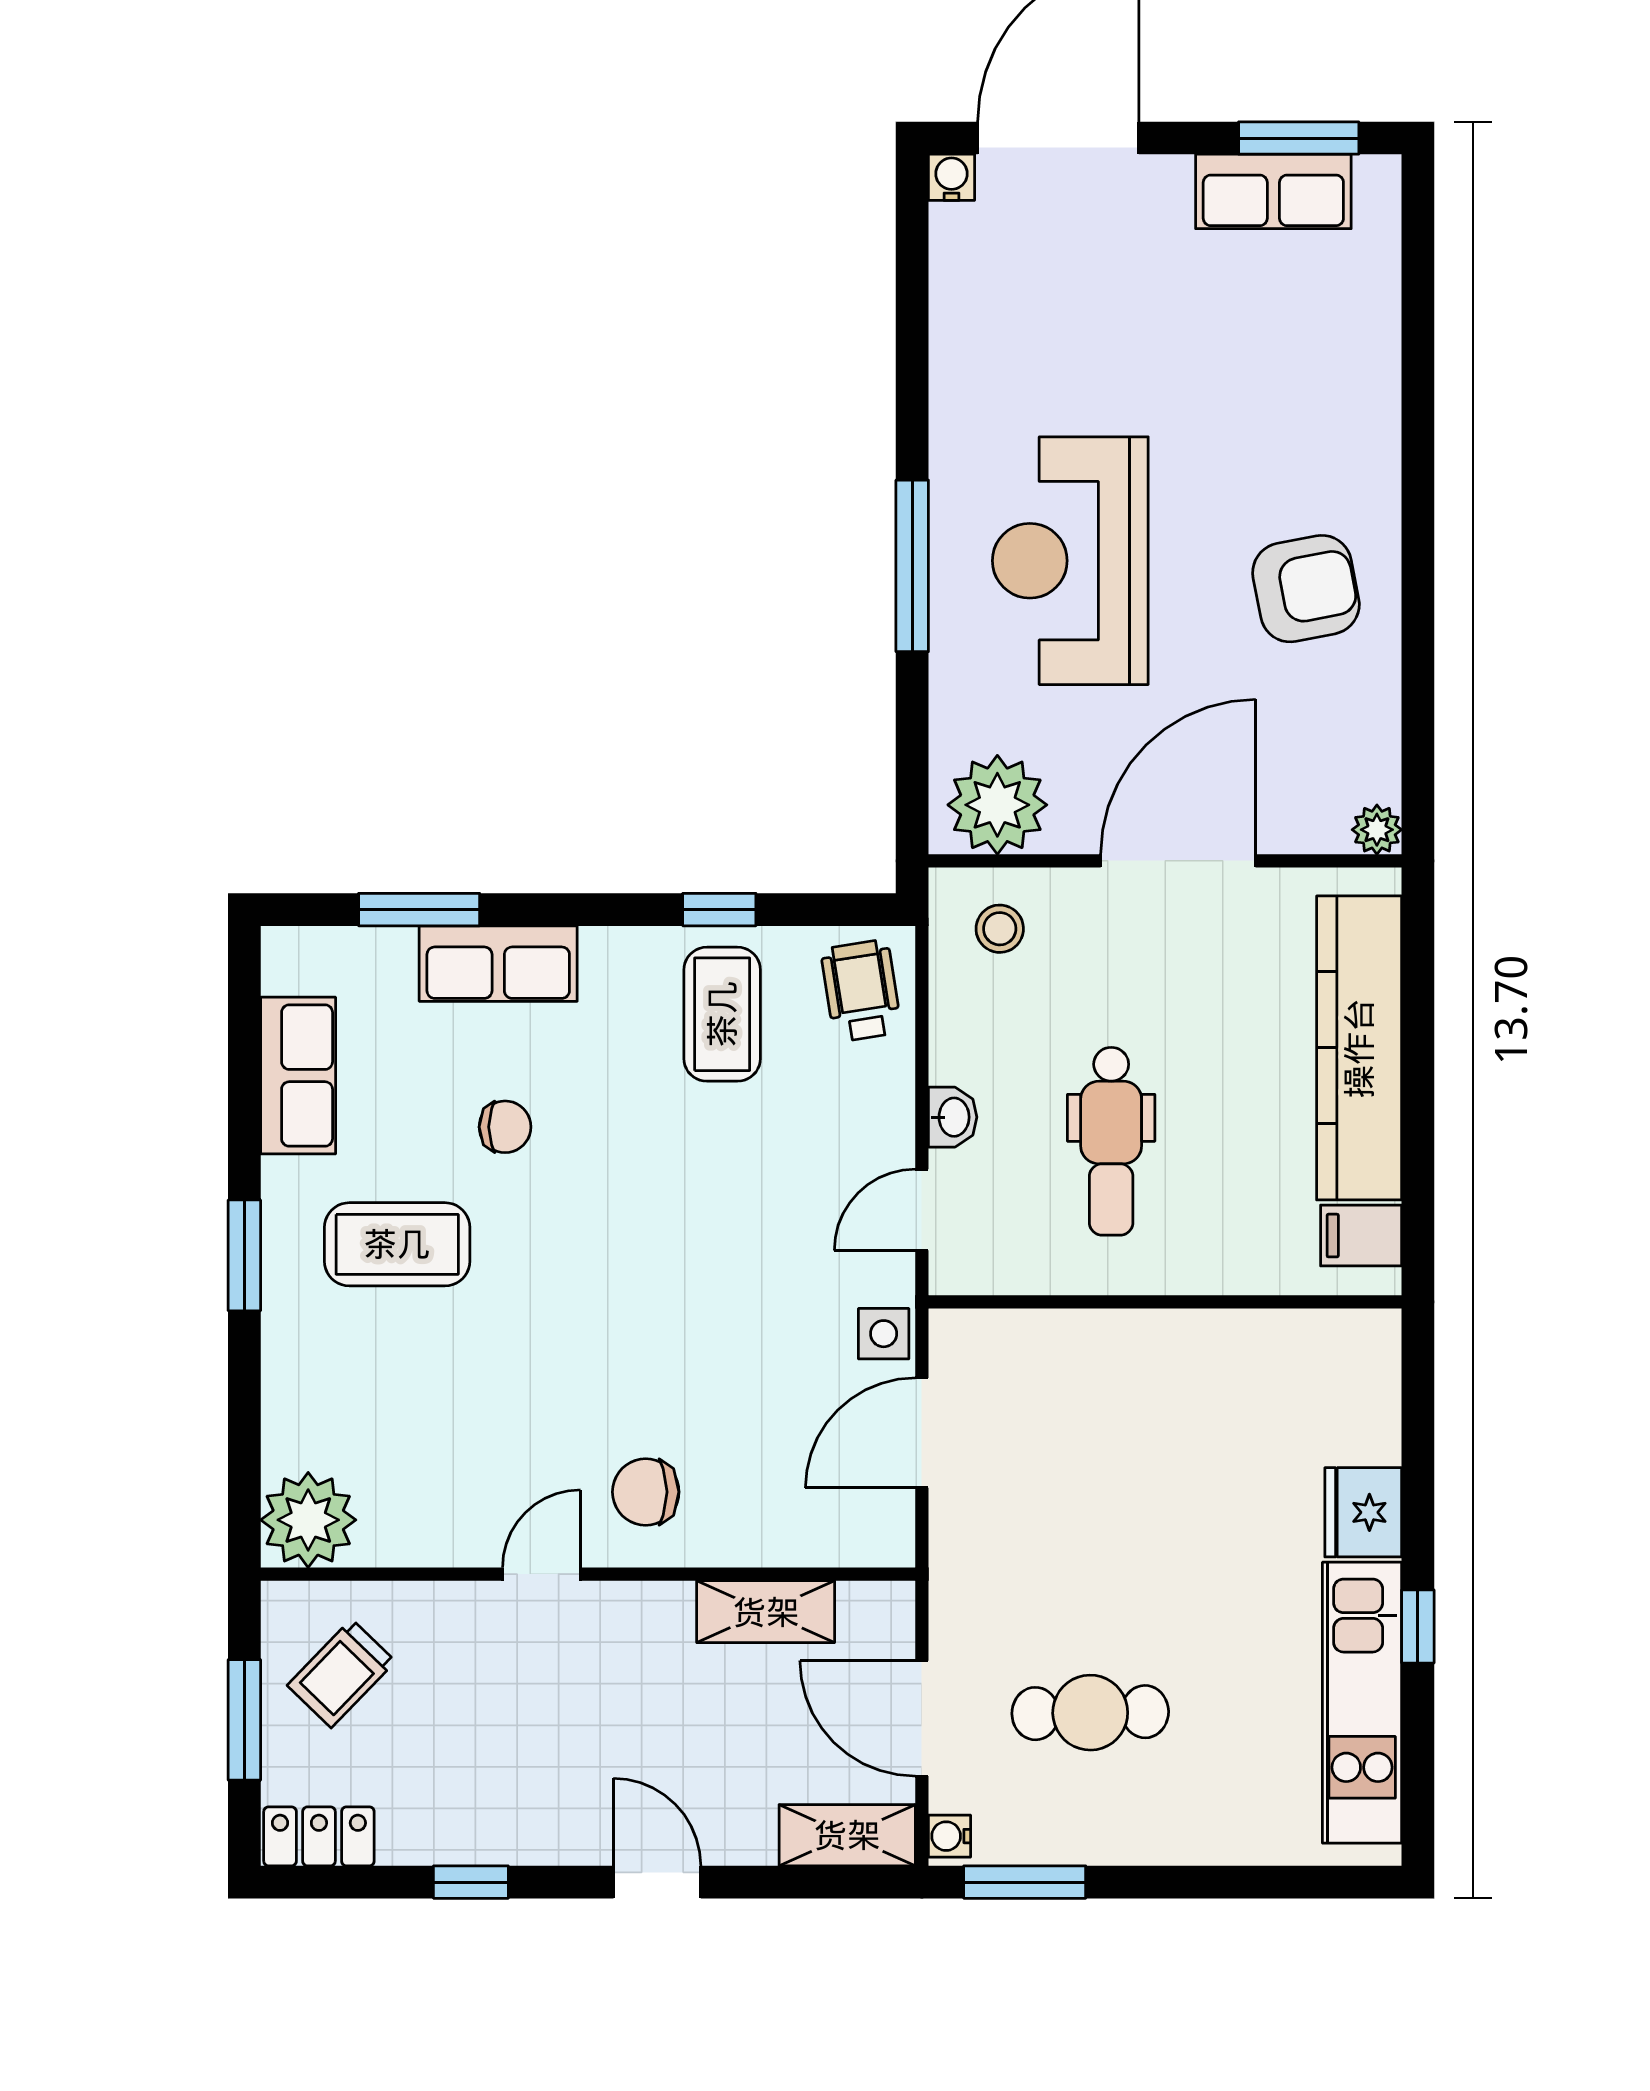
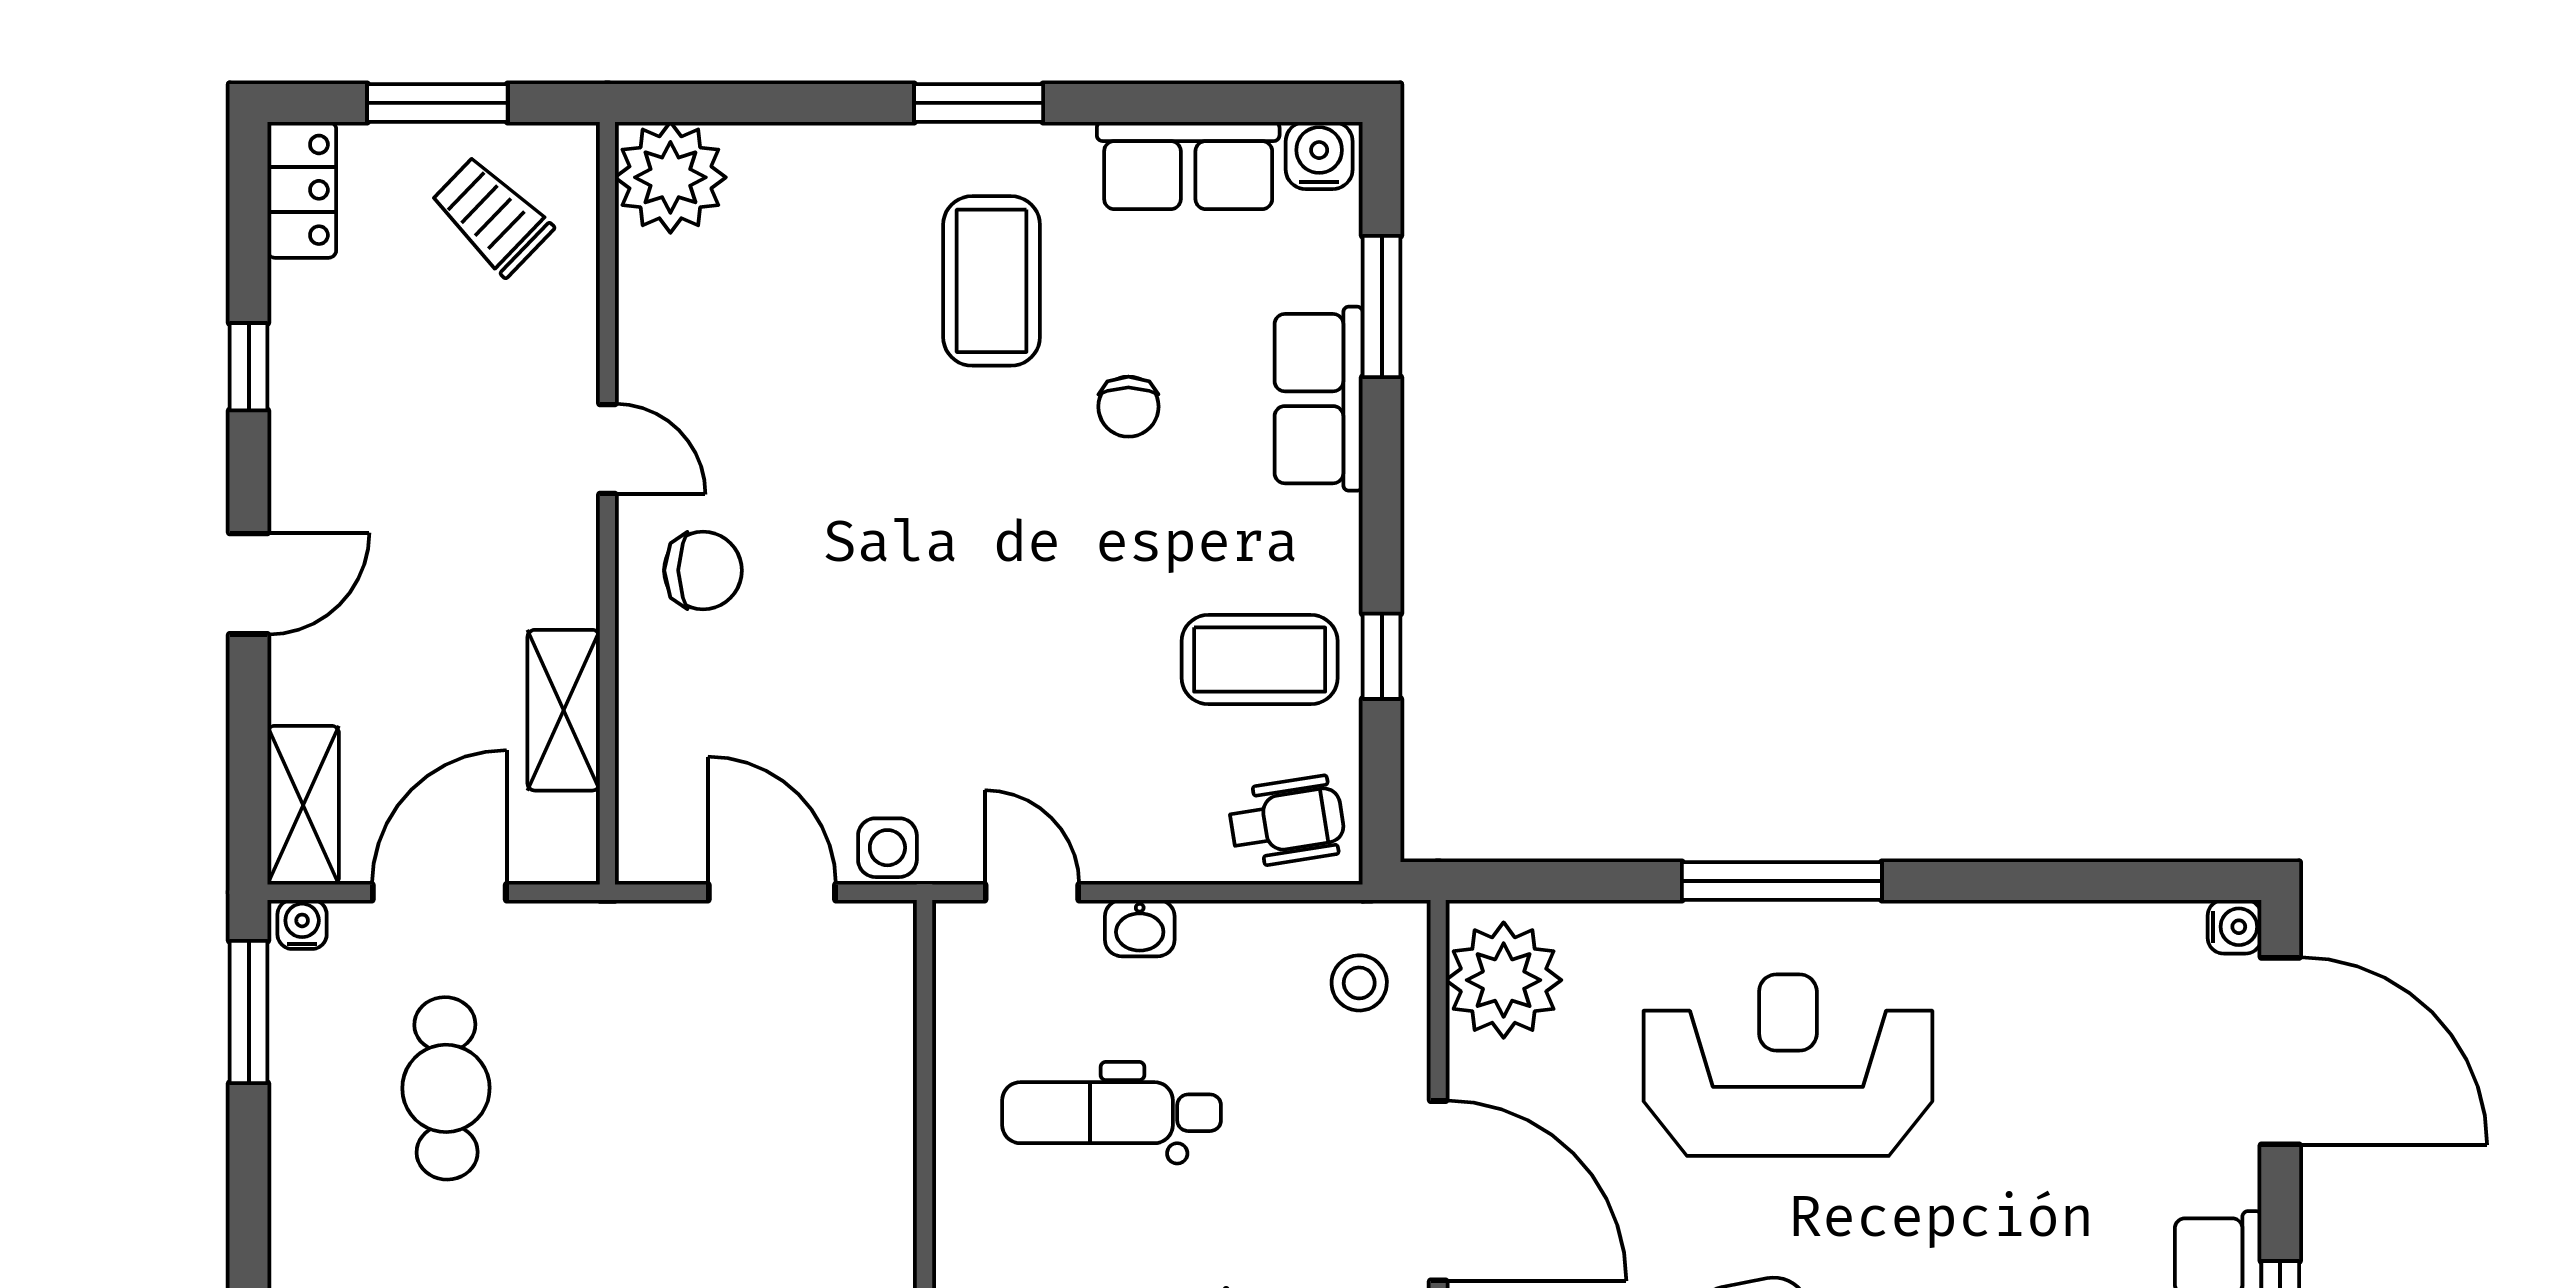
water cooler: (289, 963) -> (1319, 155), added
chair: (646, 1492) -> (703, 570), turned 90

